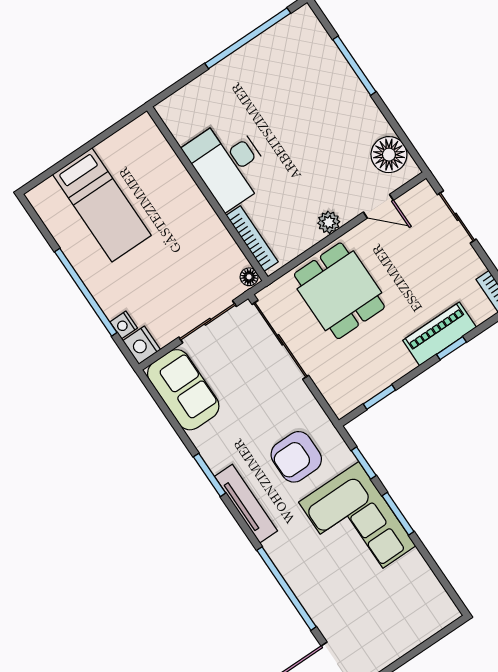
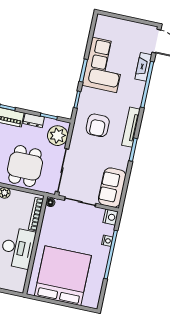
bed: (102, 205) -> (63, 276), width x2.04
nightstand: (124, 325) -> (107, 241), moved
dresser: (395, 369) -> (34, 120), added
plant: (338, 383) -> (58, 136), added
armchair: (296, 457) -> (98, 125), turned 90
corner sofa: (357, 524) -> (104, 65), moved
fireplace: (318, 608) -> (143, 67), added

